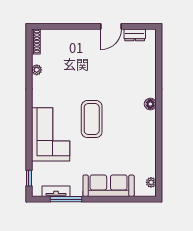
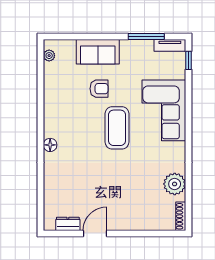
plant: (37, 70) -> (175, 184), width x1.87, depth x1.87
armchair: (107, 153) -> (99, 89), added
sofa: (109, 186) -> (98, 52), width x0.73
tv unit: (56, 191) -> (170, 45), moved

